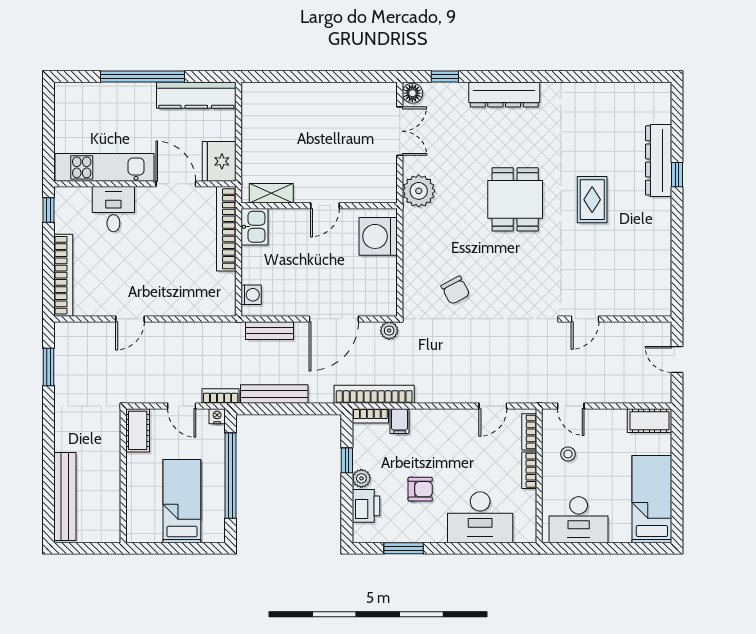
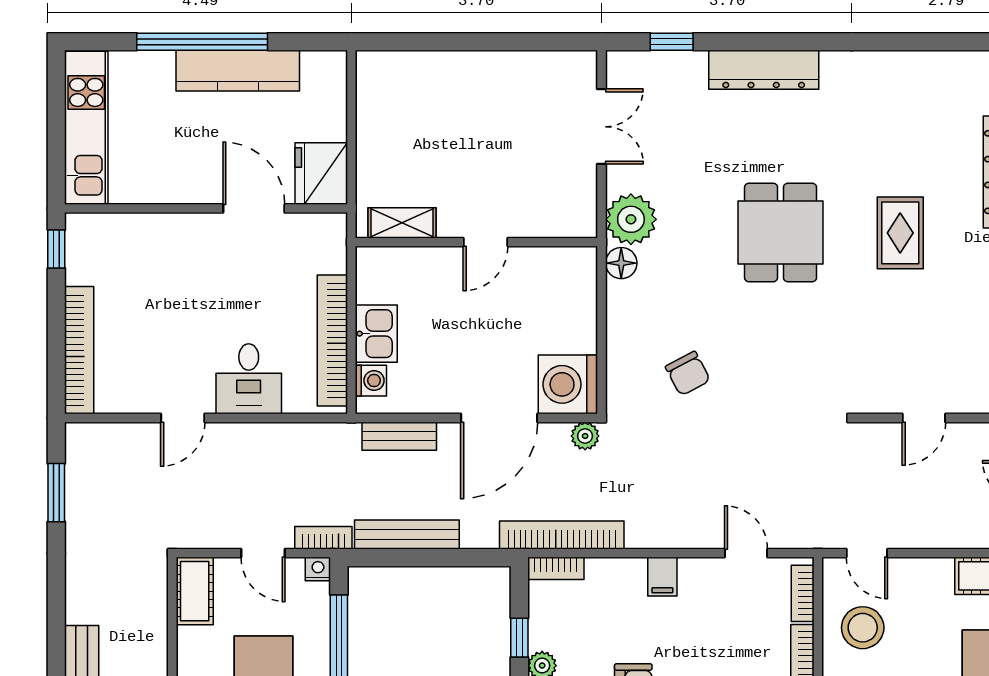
floor lamp: (412, 93) -> (621, 263), moved
kitchen counter: (196, 95) -> (238, 71), moved
kitchen unit: (104, 167) -> (86, 128), moved, turned 90
desk: (113, 209) -> (249, 379), moved, turned 180
kitchen sink: (255, 227) -> (376, 334), moved
bookcase: (226, 229) -> (332, 340), moved
washing machine: (378, 236) -> (568, 384), moved
door: (585, 319) -> (924, 418), moved
door: (493, 406) -> (746, 553), swing flipped
filing cabinet: (400, 421) -> (662, 577), moved
stool: (568, 454) -> (863, 628), width x1.89, depth x1.89

